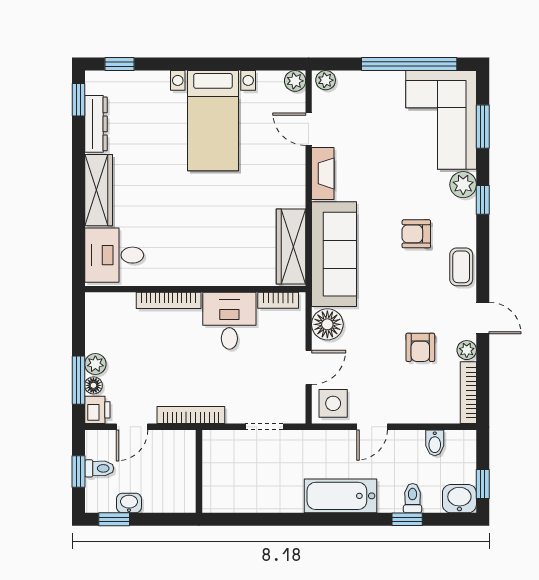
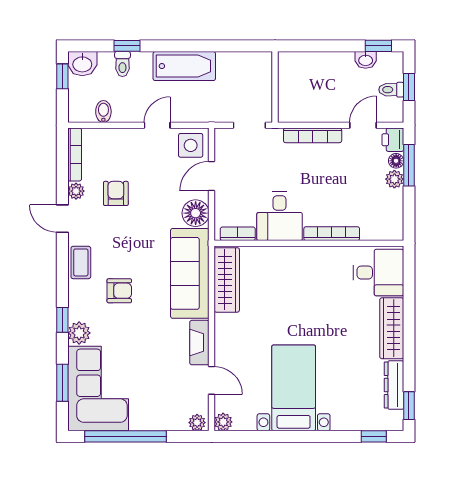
wall: (199, 471) -> (275, 87), moved

